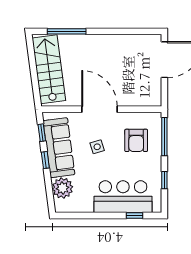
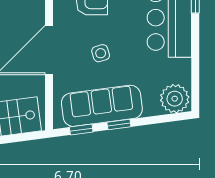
plant: (63, 188) -> (175, 99), moved

